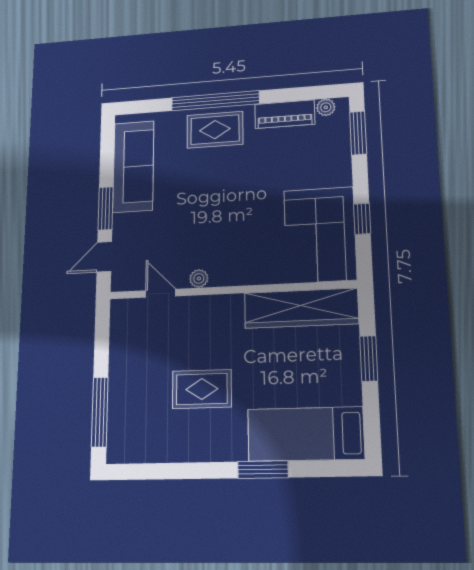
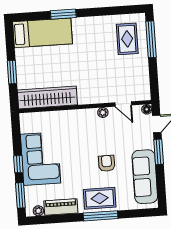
window: (215, 101) -> (101, 216), width x0.68
armchair: (198, 189) -> (107, 163), added
window: (362, 219) -> (18, 164), moved
corner sofa: (320, 235) -> (40, 159), moved
floor lamp: (119, 283) -> (147, 109), added
rug: (202, 389) -> (127, 39), moved, turned 90

